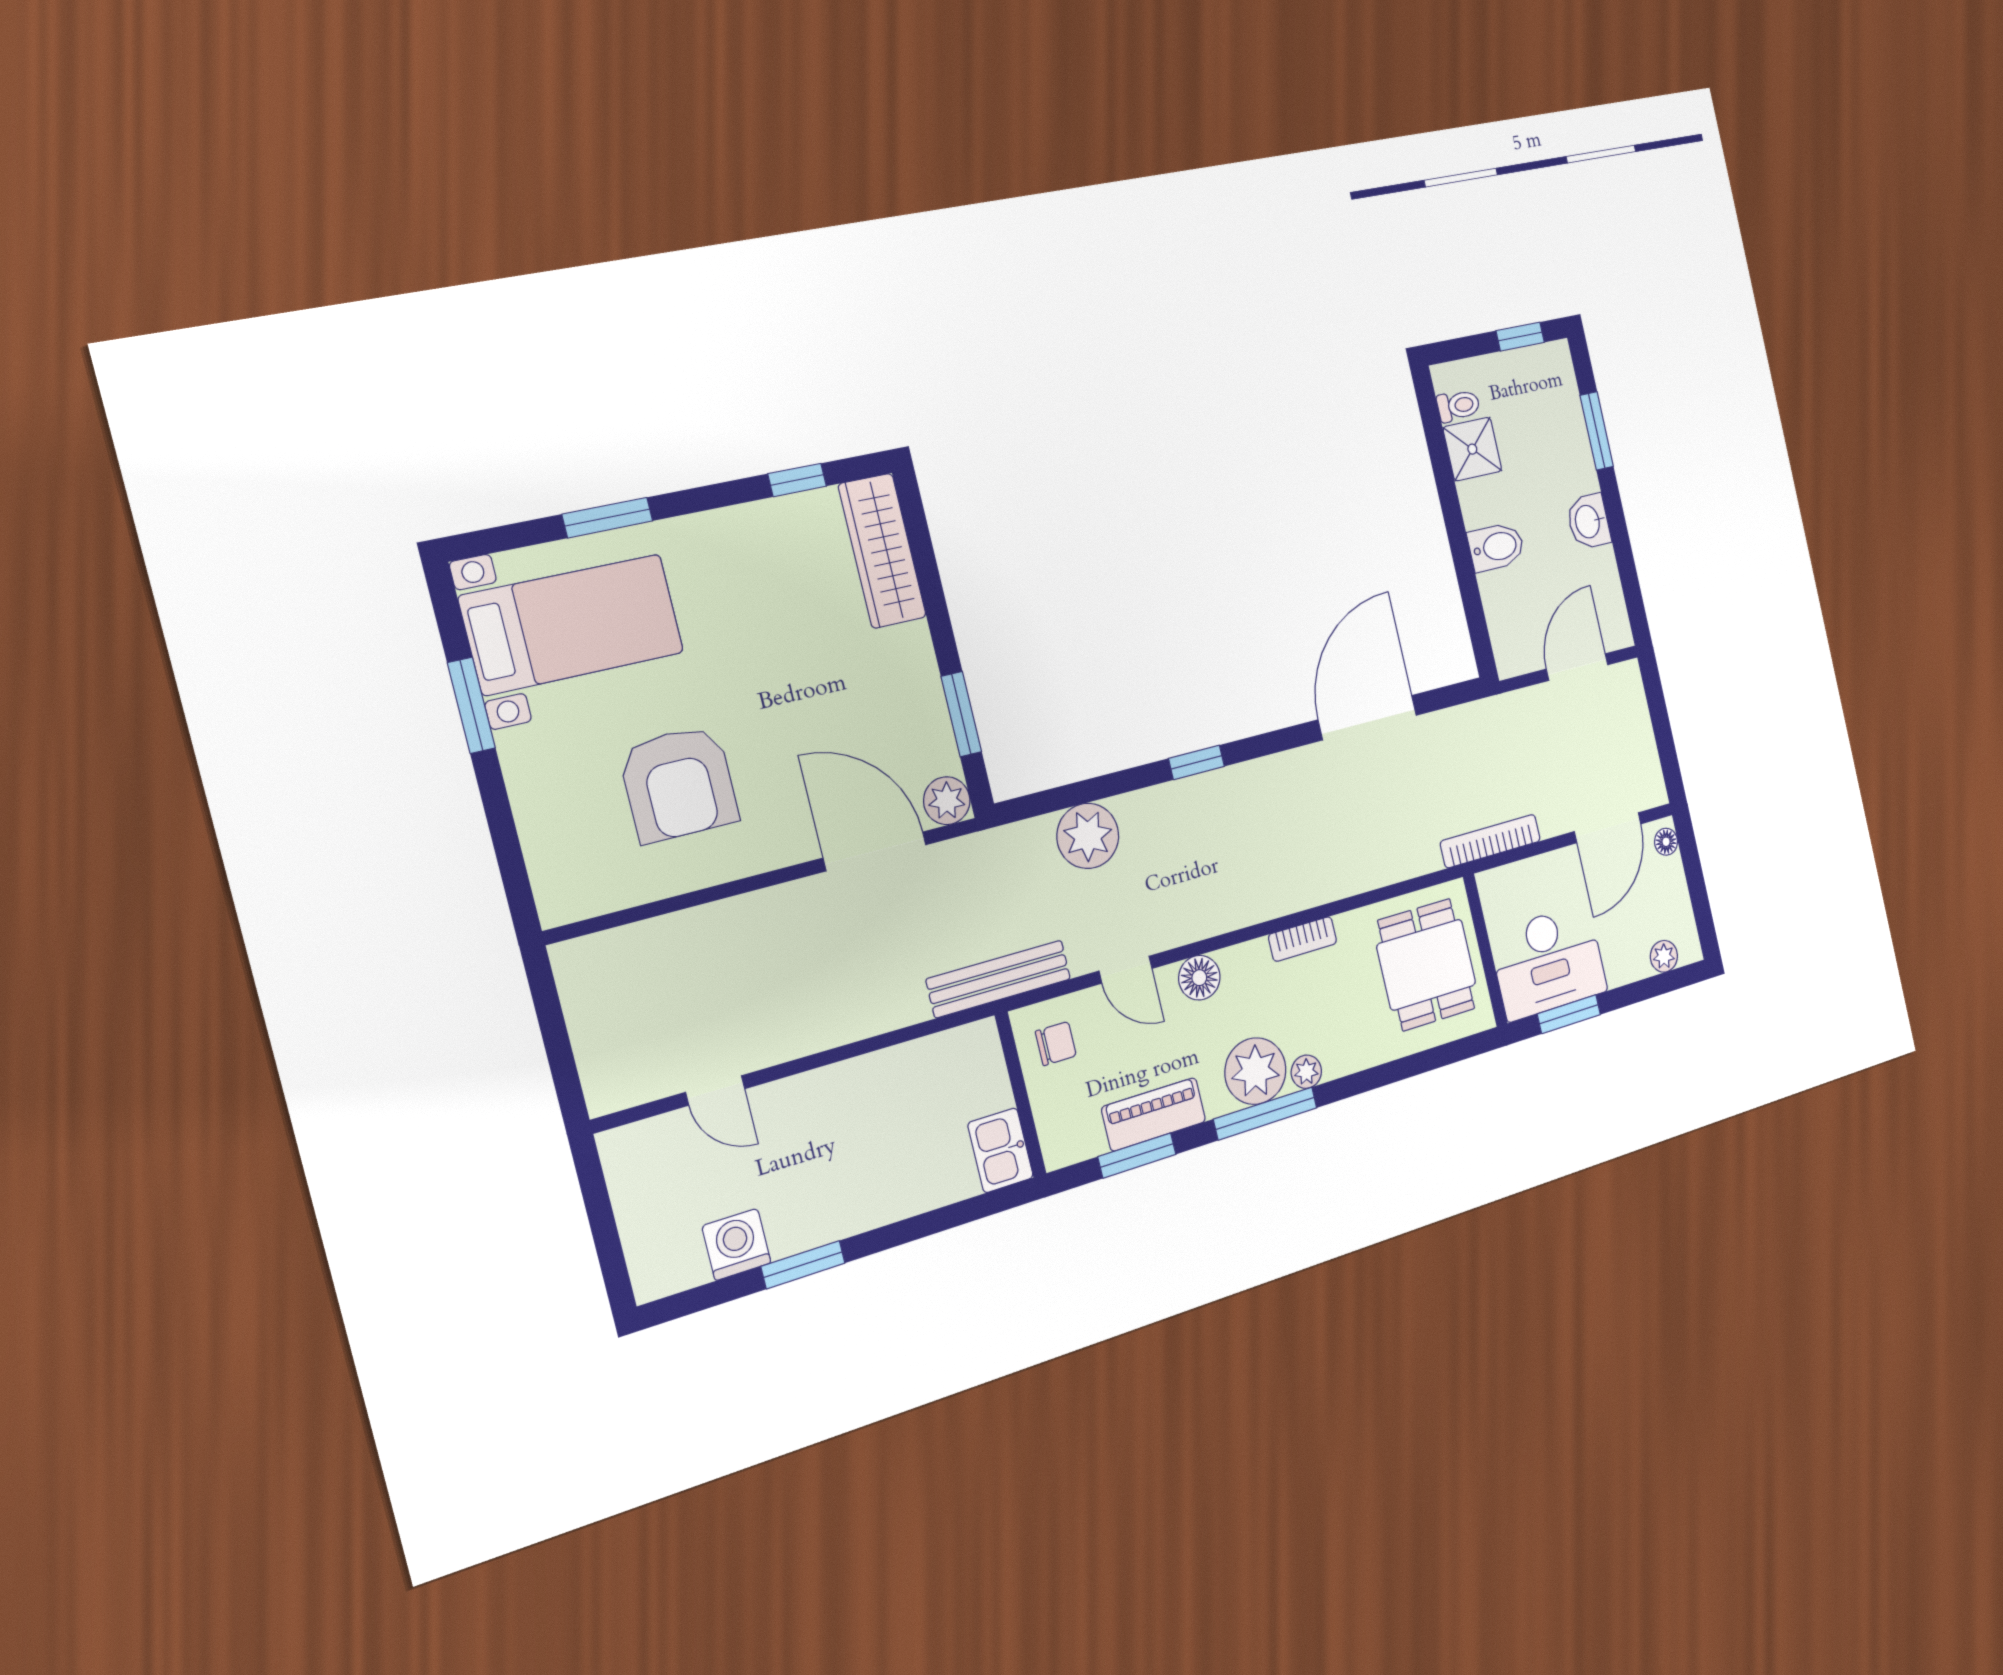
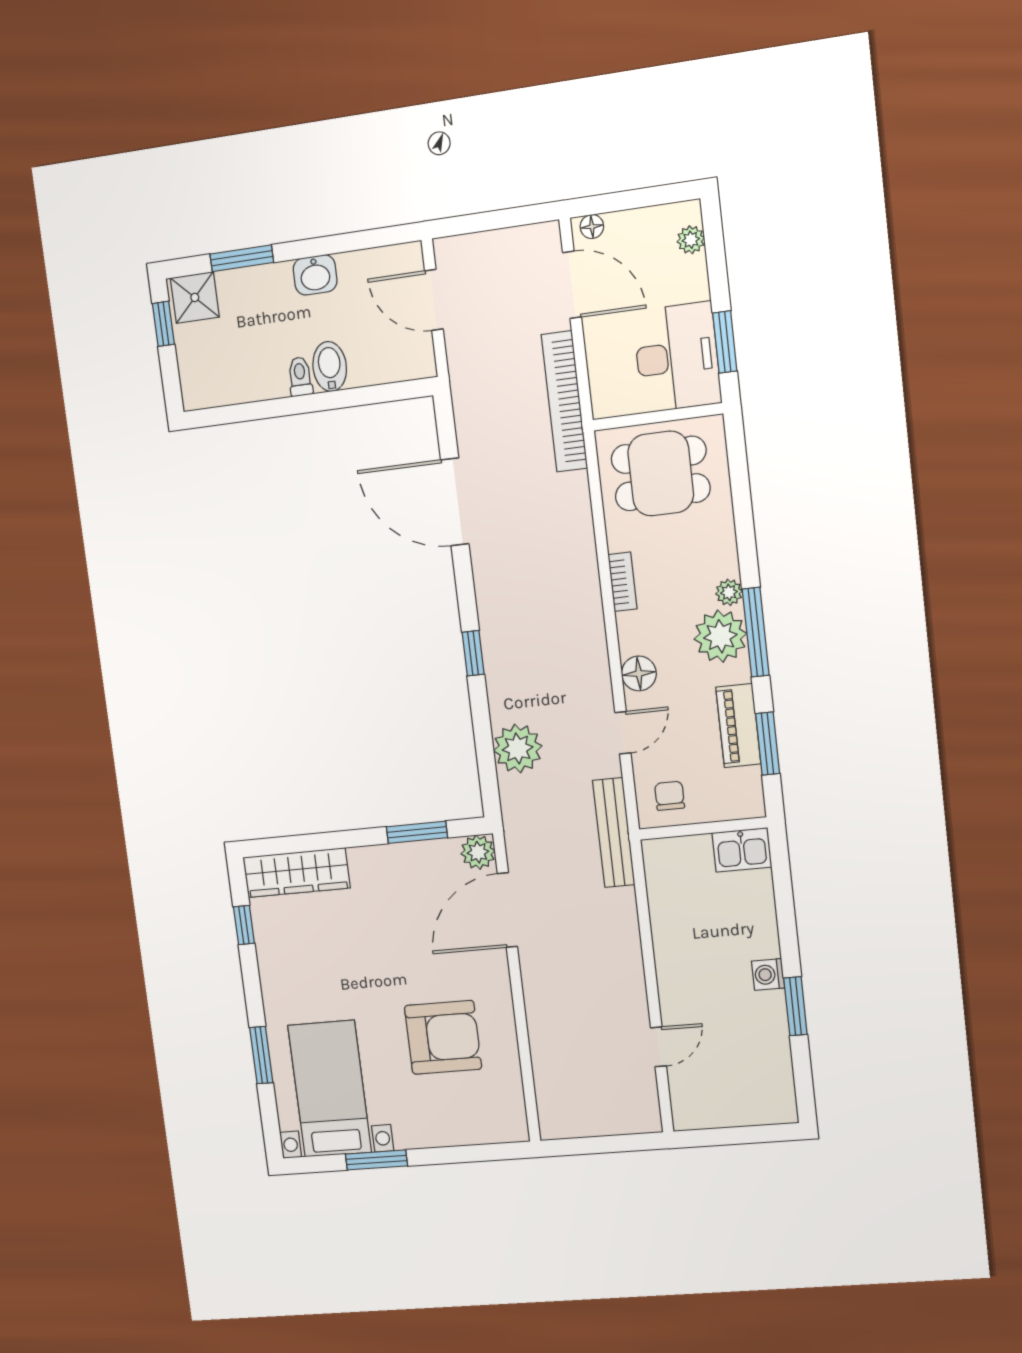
toilet: (1458, 406) -> (300, 377), moved
shower: (1472, 449) -> (195, 297), moved
bookcase: (1490, 841) -> (564, 401), width x1.48, depth x1.31
washing machine: (736, 1244) -> (768, 974), moved, width x0.73, depth x0.73

